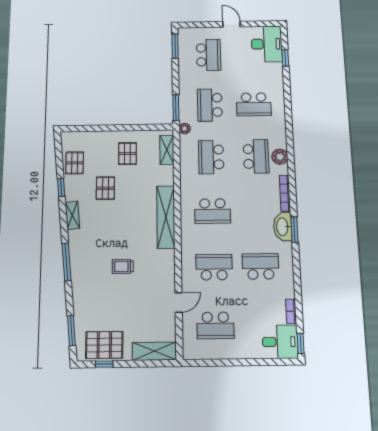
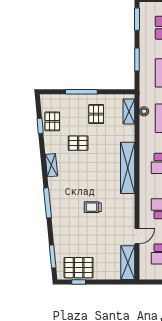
window: (176, 108) -> (137, 60), moved
window: (110, 128) -> (81, 92), added
plant: (185, 129) -> (144, 111), moved
window: (61, 187) -> (40, 126), moved
pallet: (105, 188) -> (78, 143), turned 90
shelving: (154, 351) -> (128, 263), moved, turned 90

